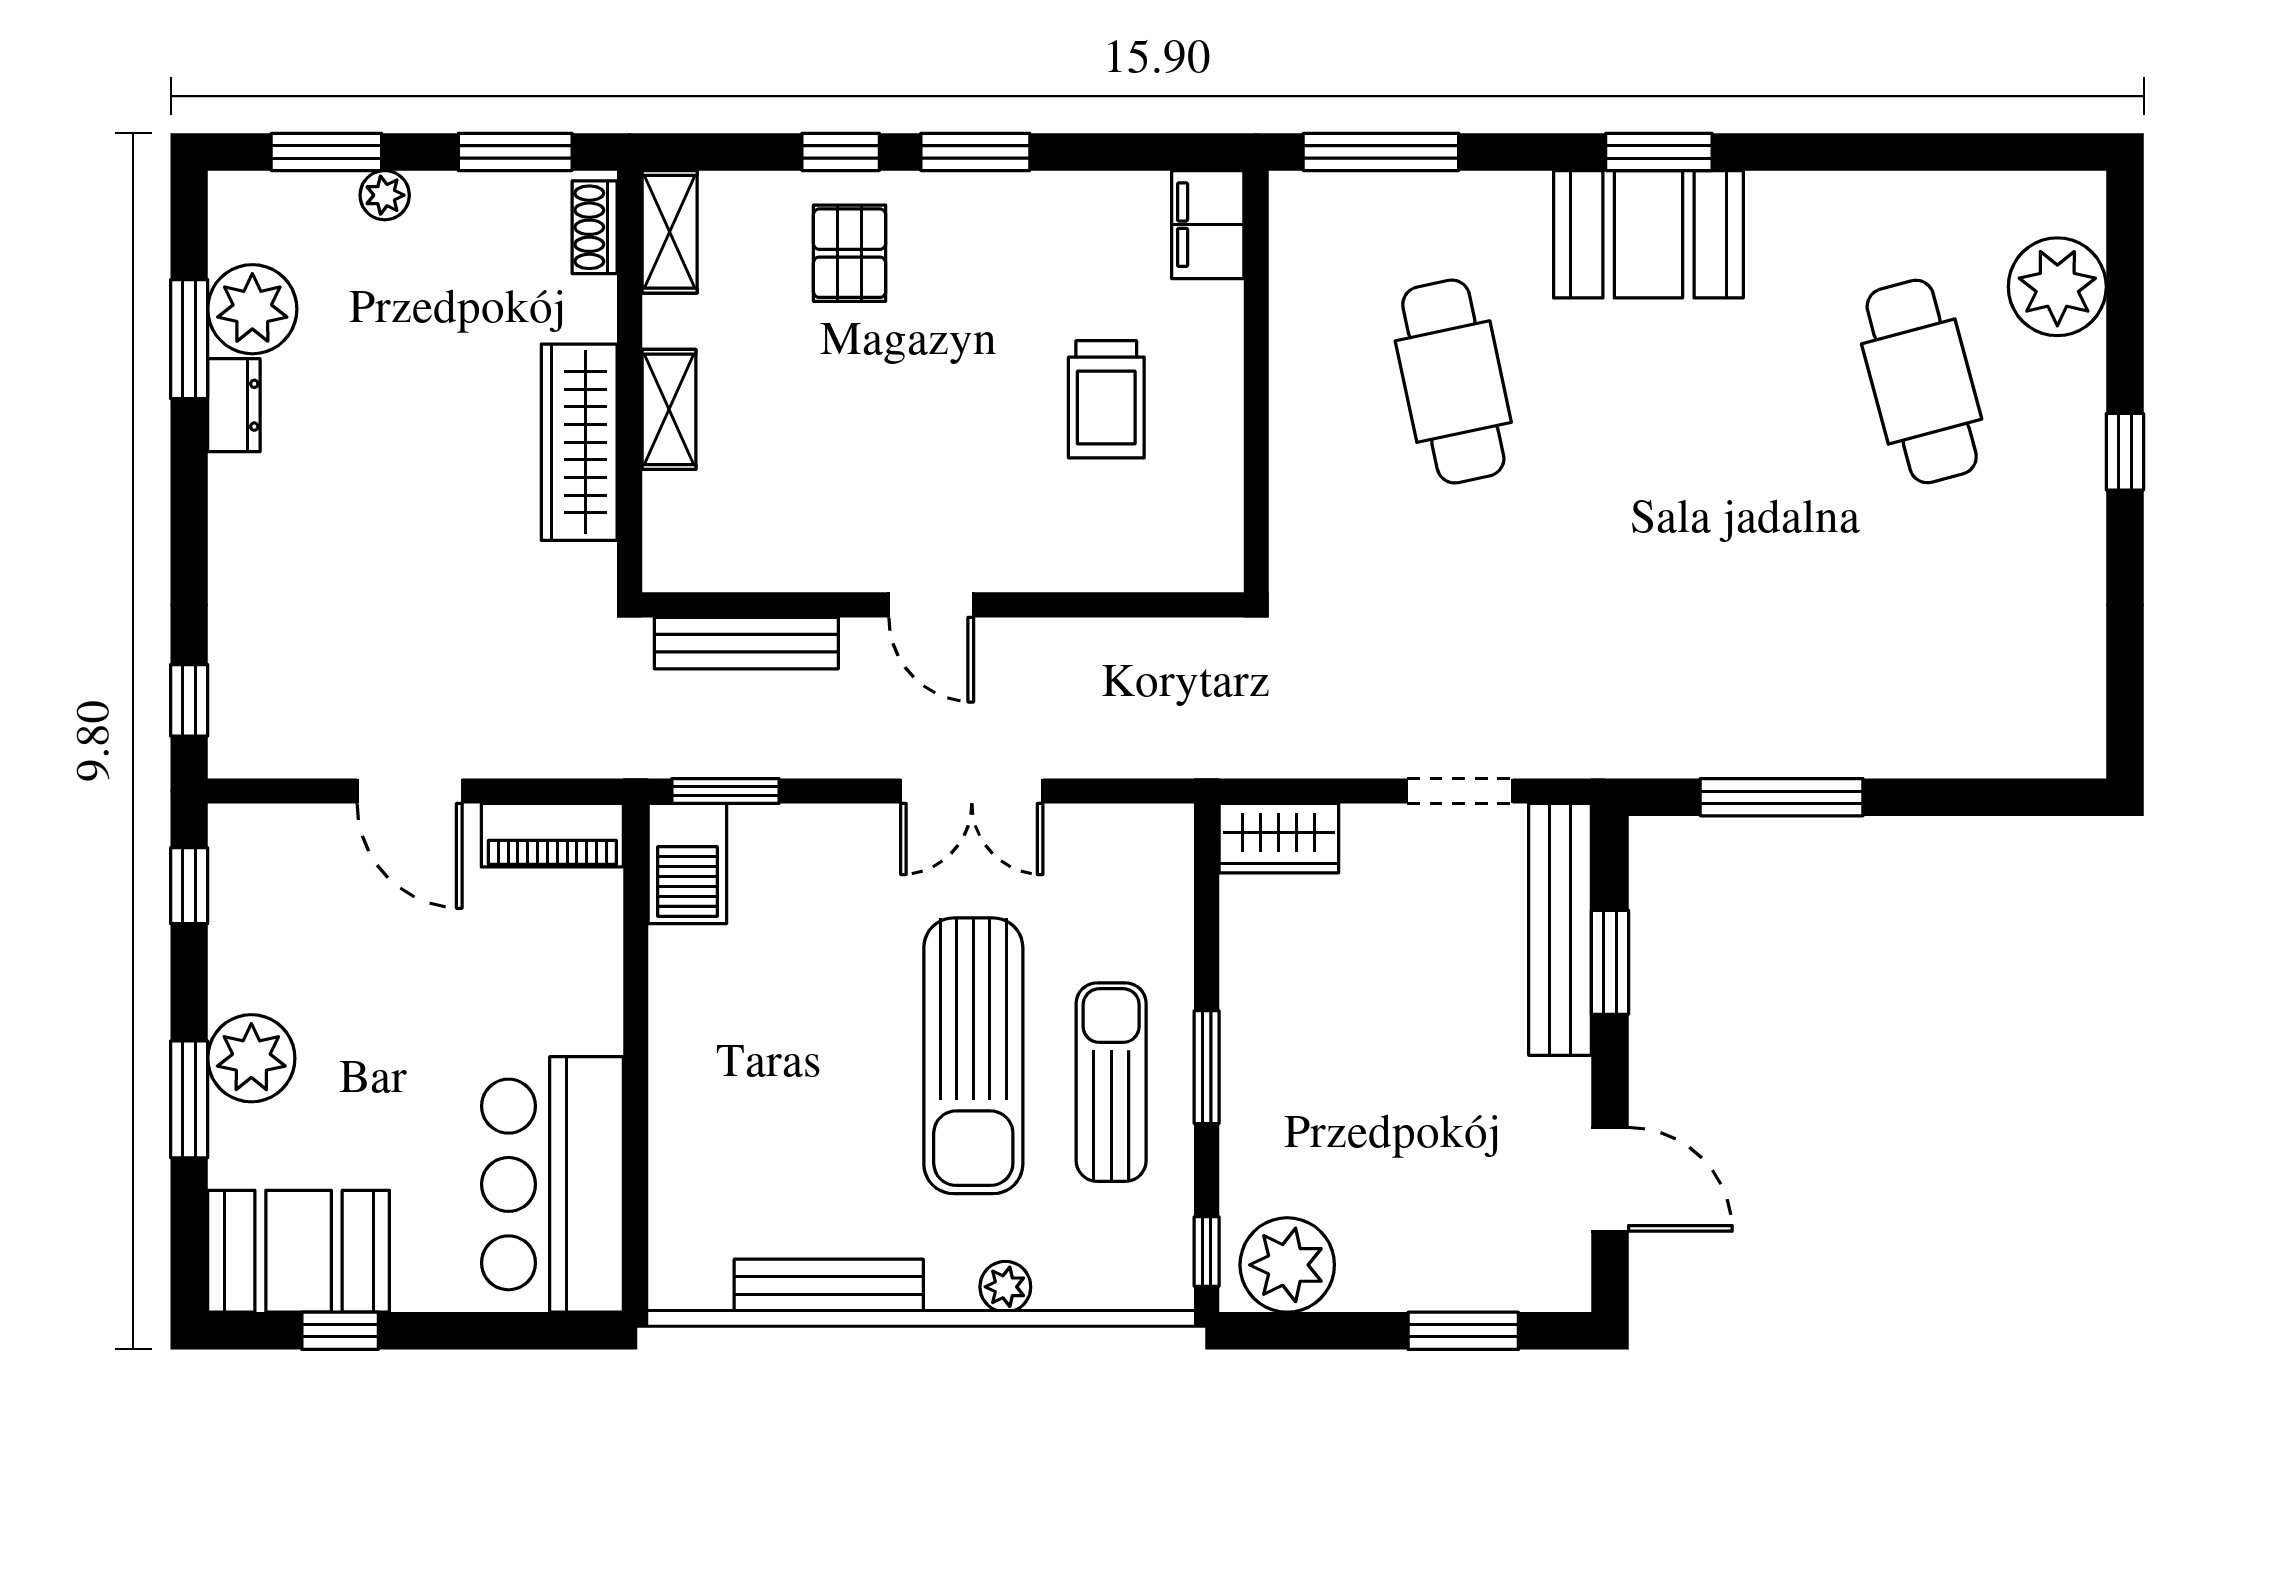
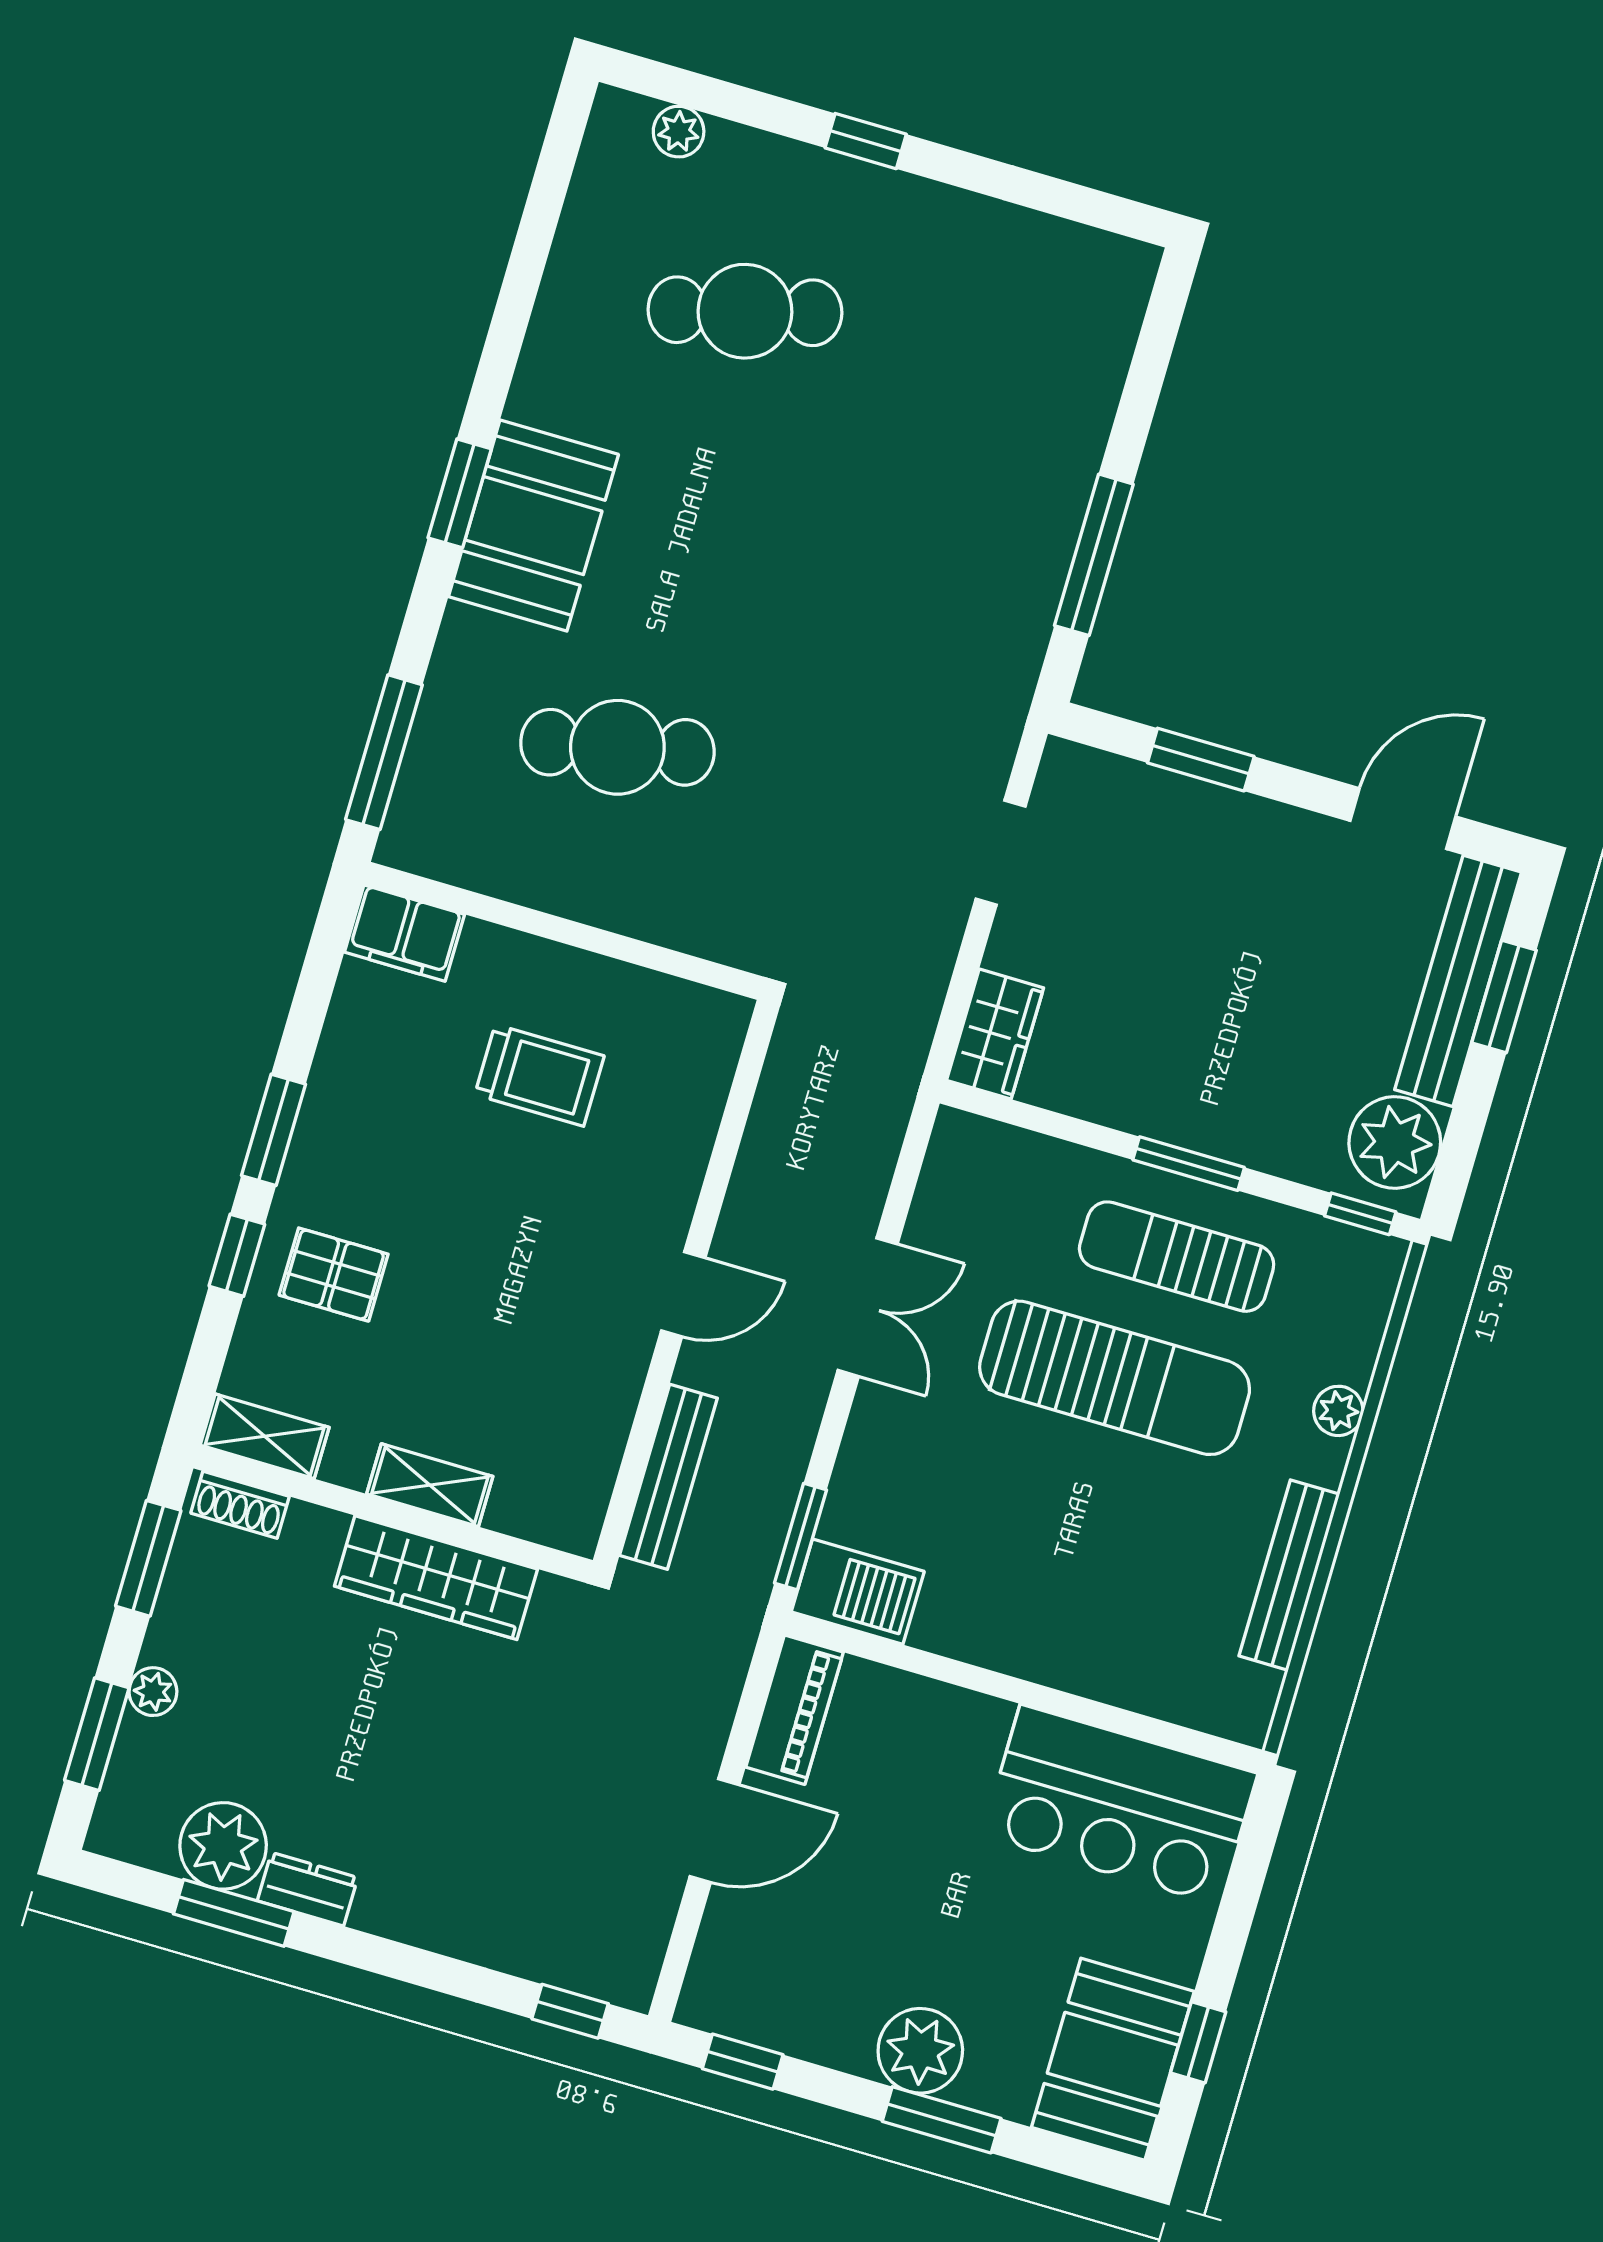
plant: (2057, 287) -> (679, 132), width x0.53, depth x0.53
bench: (1560, 929) -> (1458, 981), moved, turned 90

